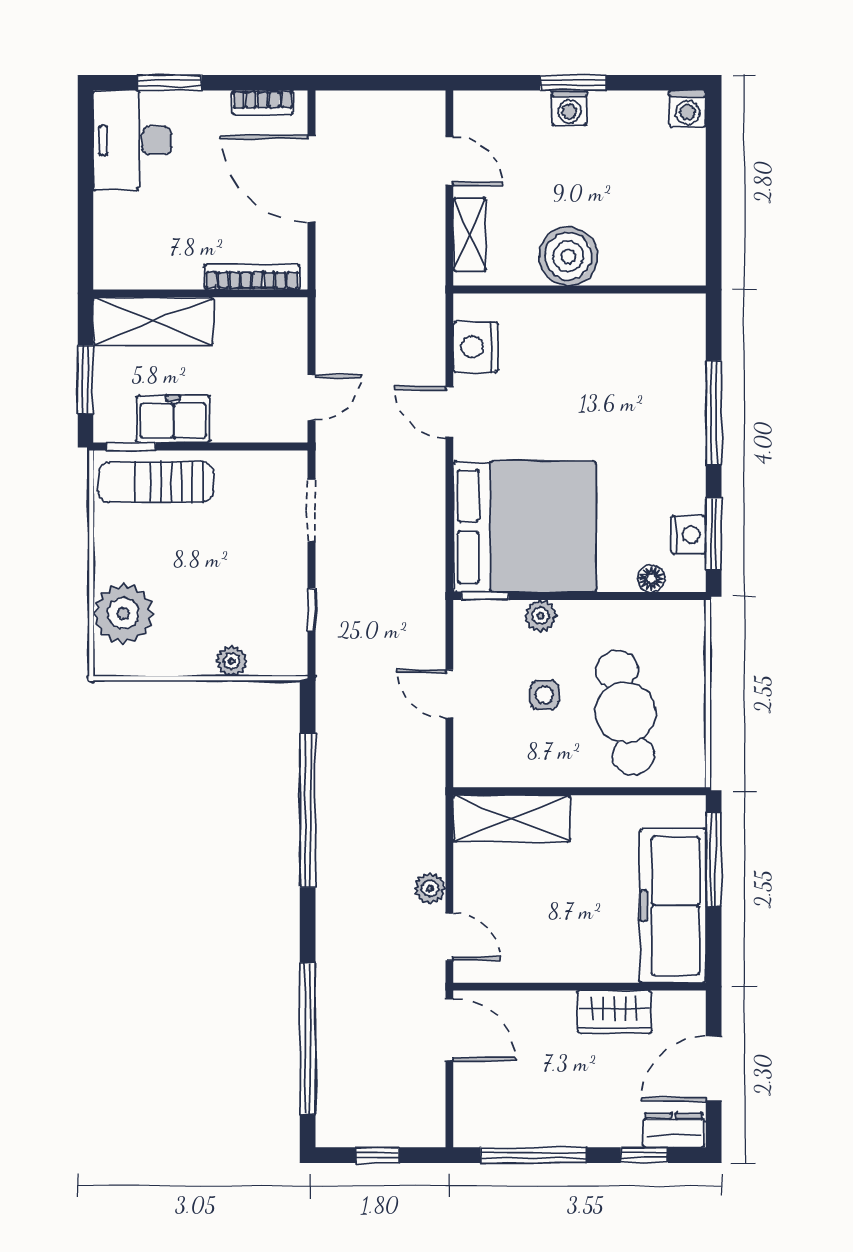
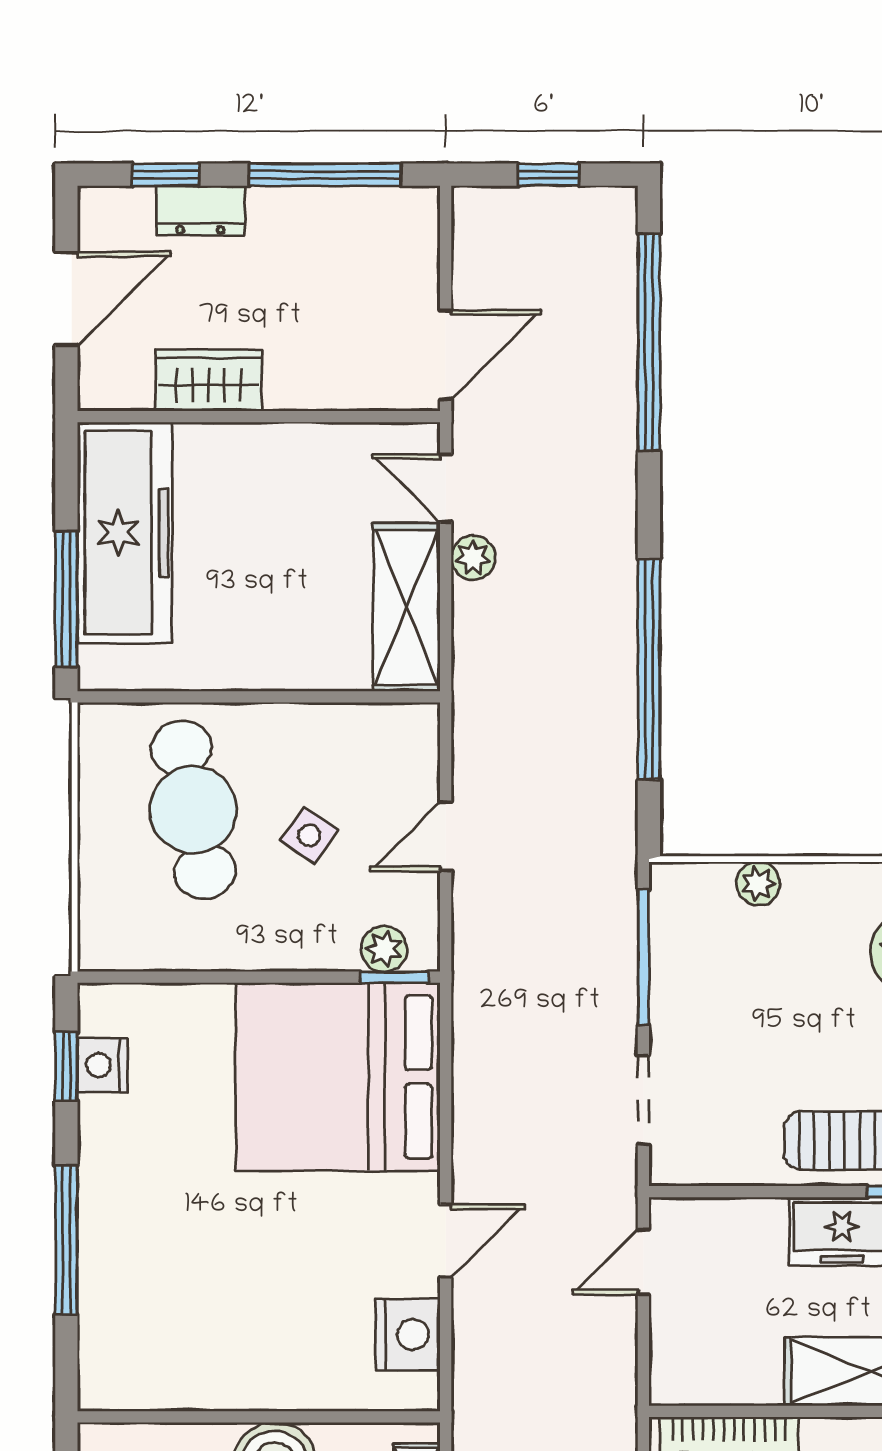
door: (449, 412) -> (446, 1241), hinge flipped
window: (714, 534) -> (66, 1066), width x0.67
floor lamp: (651, 579) -> (156, 1002), removed
window: (311, 610) -> (643, 957), width x2.17
plant: (540, 616) -> (384, 949), moved
door: (449, 694) -> (446, 837), swing flipped
side table: (544, 695) -> (309, 835), turned 35
shelving: (512, 819) -> (406, 607), moved, turned 90
door: (449, 1029) -> (446, 355), swing flipped
dresser: (674, 1130) -> (200, 211), moved

